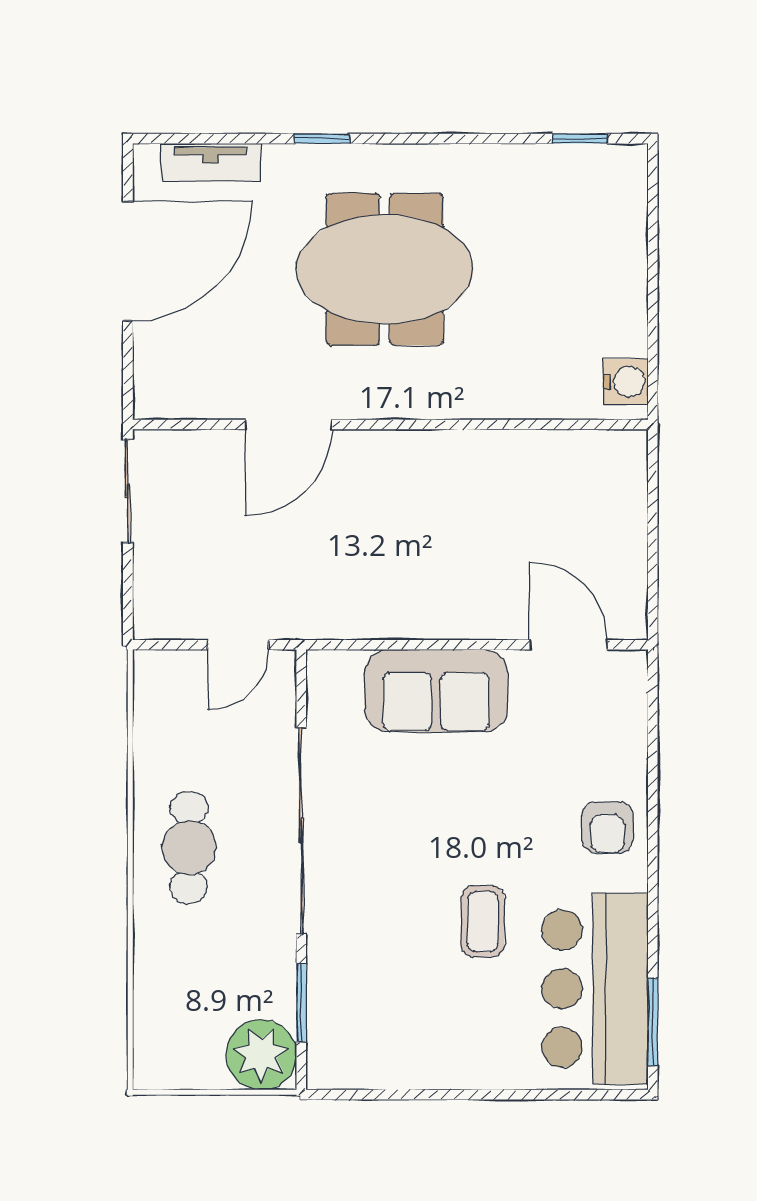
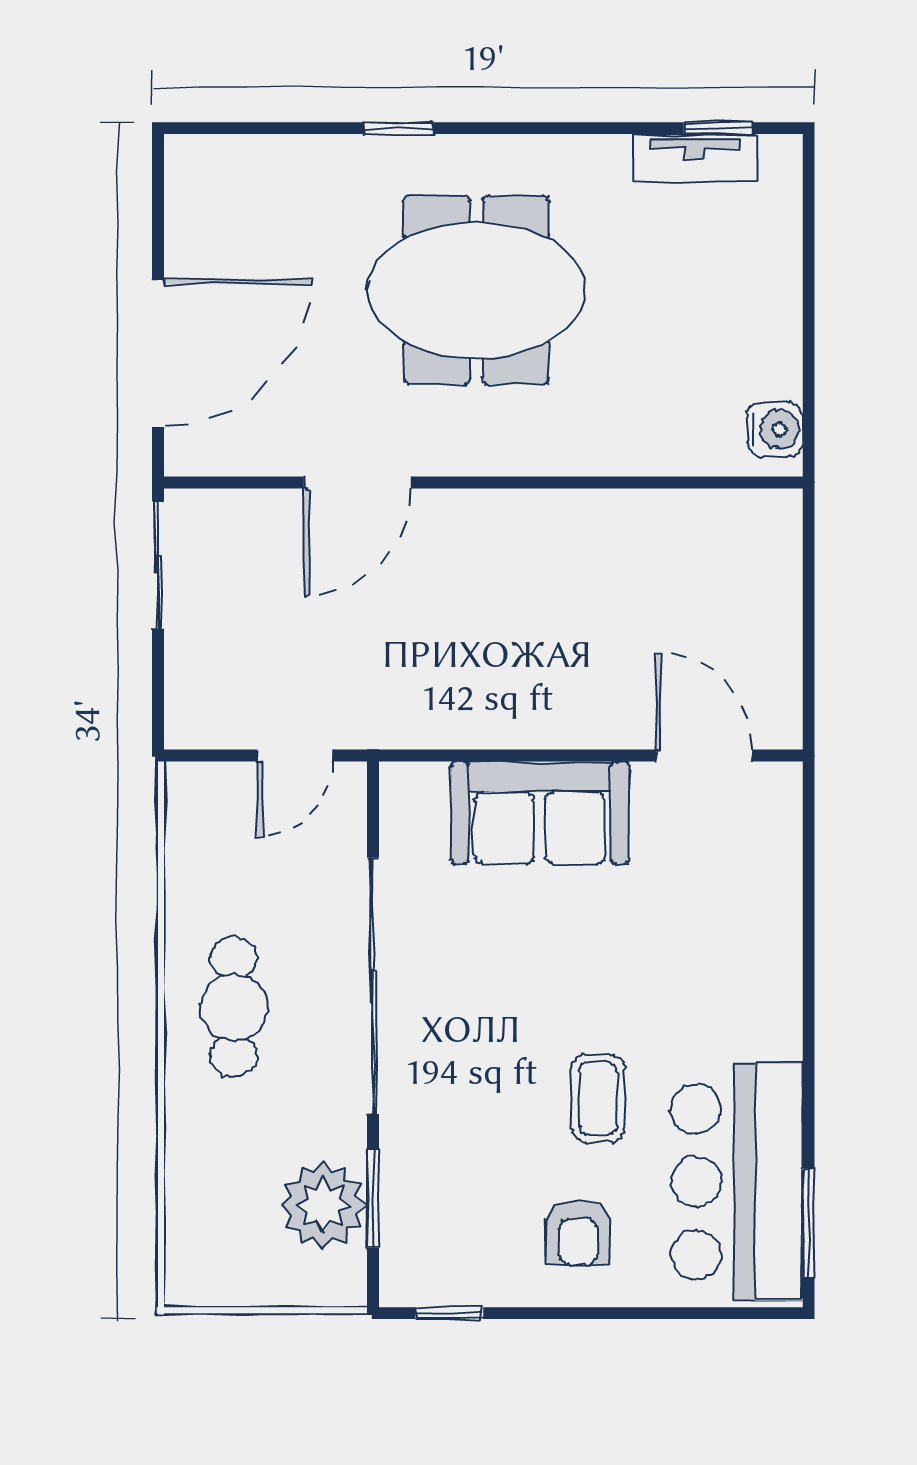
tv unit: (210, 162) -> (695, 158), moved
door: (128, 261) -> (158, 353), moved
armchair: (607, 828) -> (578, 1233), moved
plant: (261, 1055) -> (323, 1205), moved
window: (363, 1095) -> (449, 1313), added

